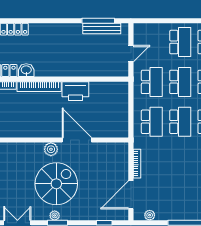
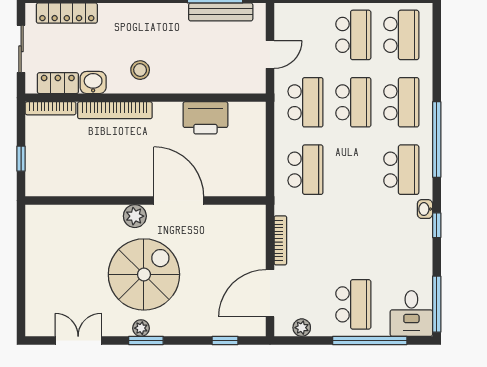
stool: (54, 63) -> (140, 70), added
printer: (75, 91) -> (205, 118), moved
school desk: (180, 122) -> (353, 304), moved

